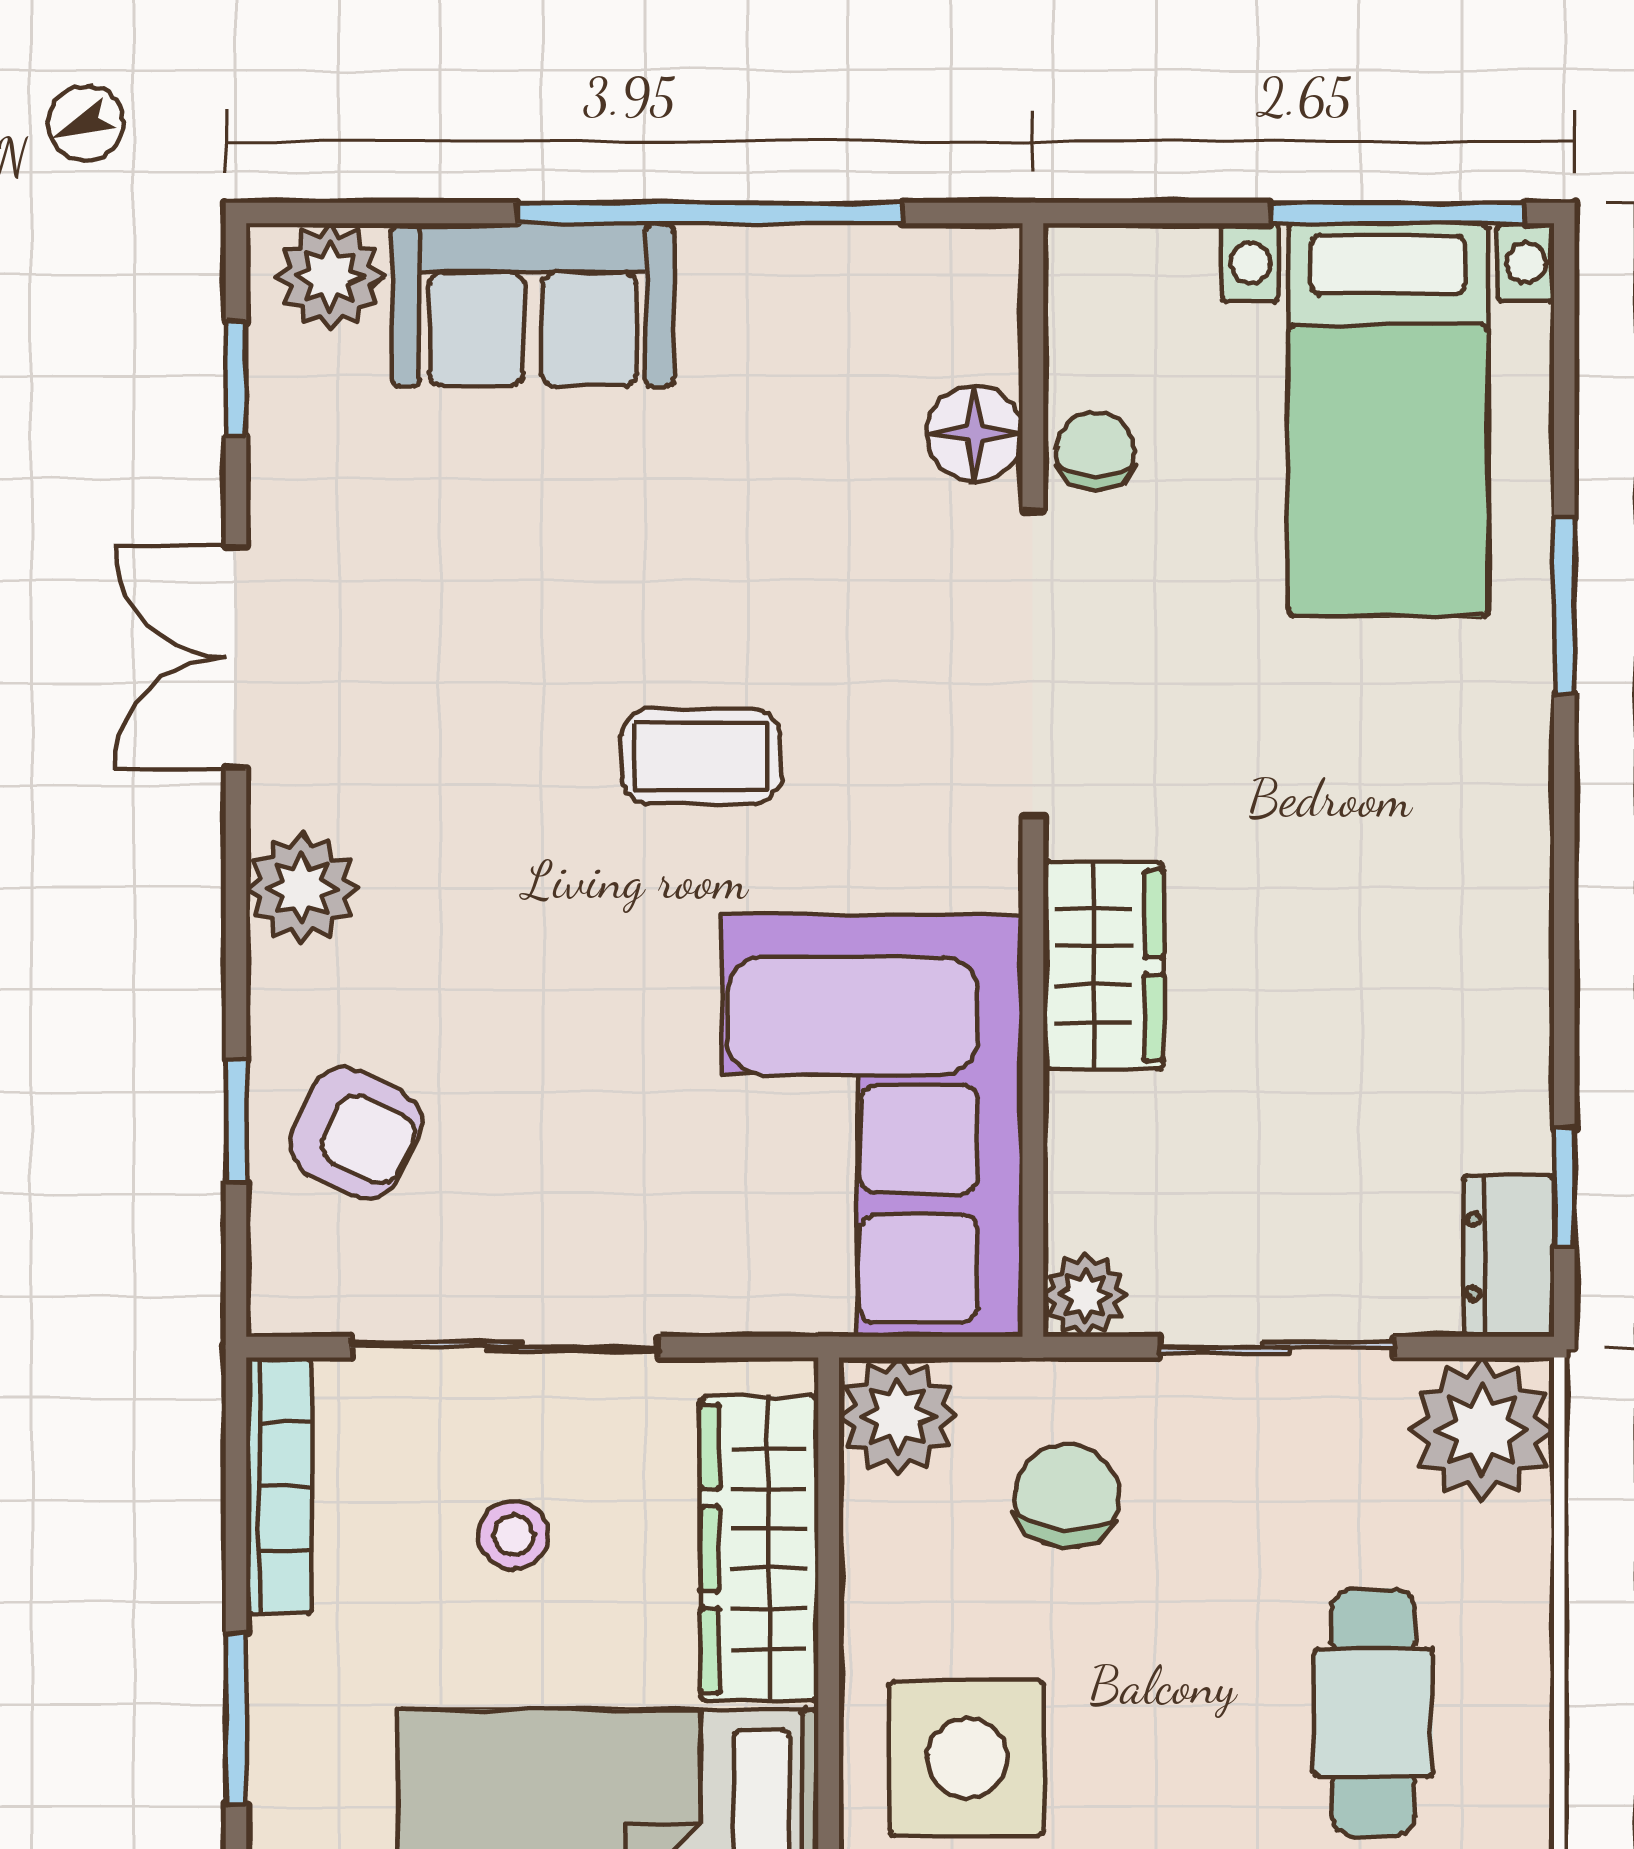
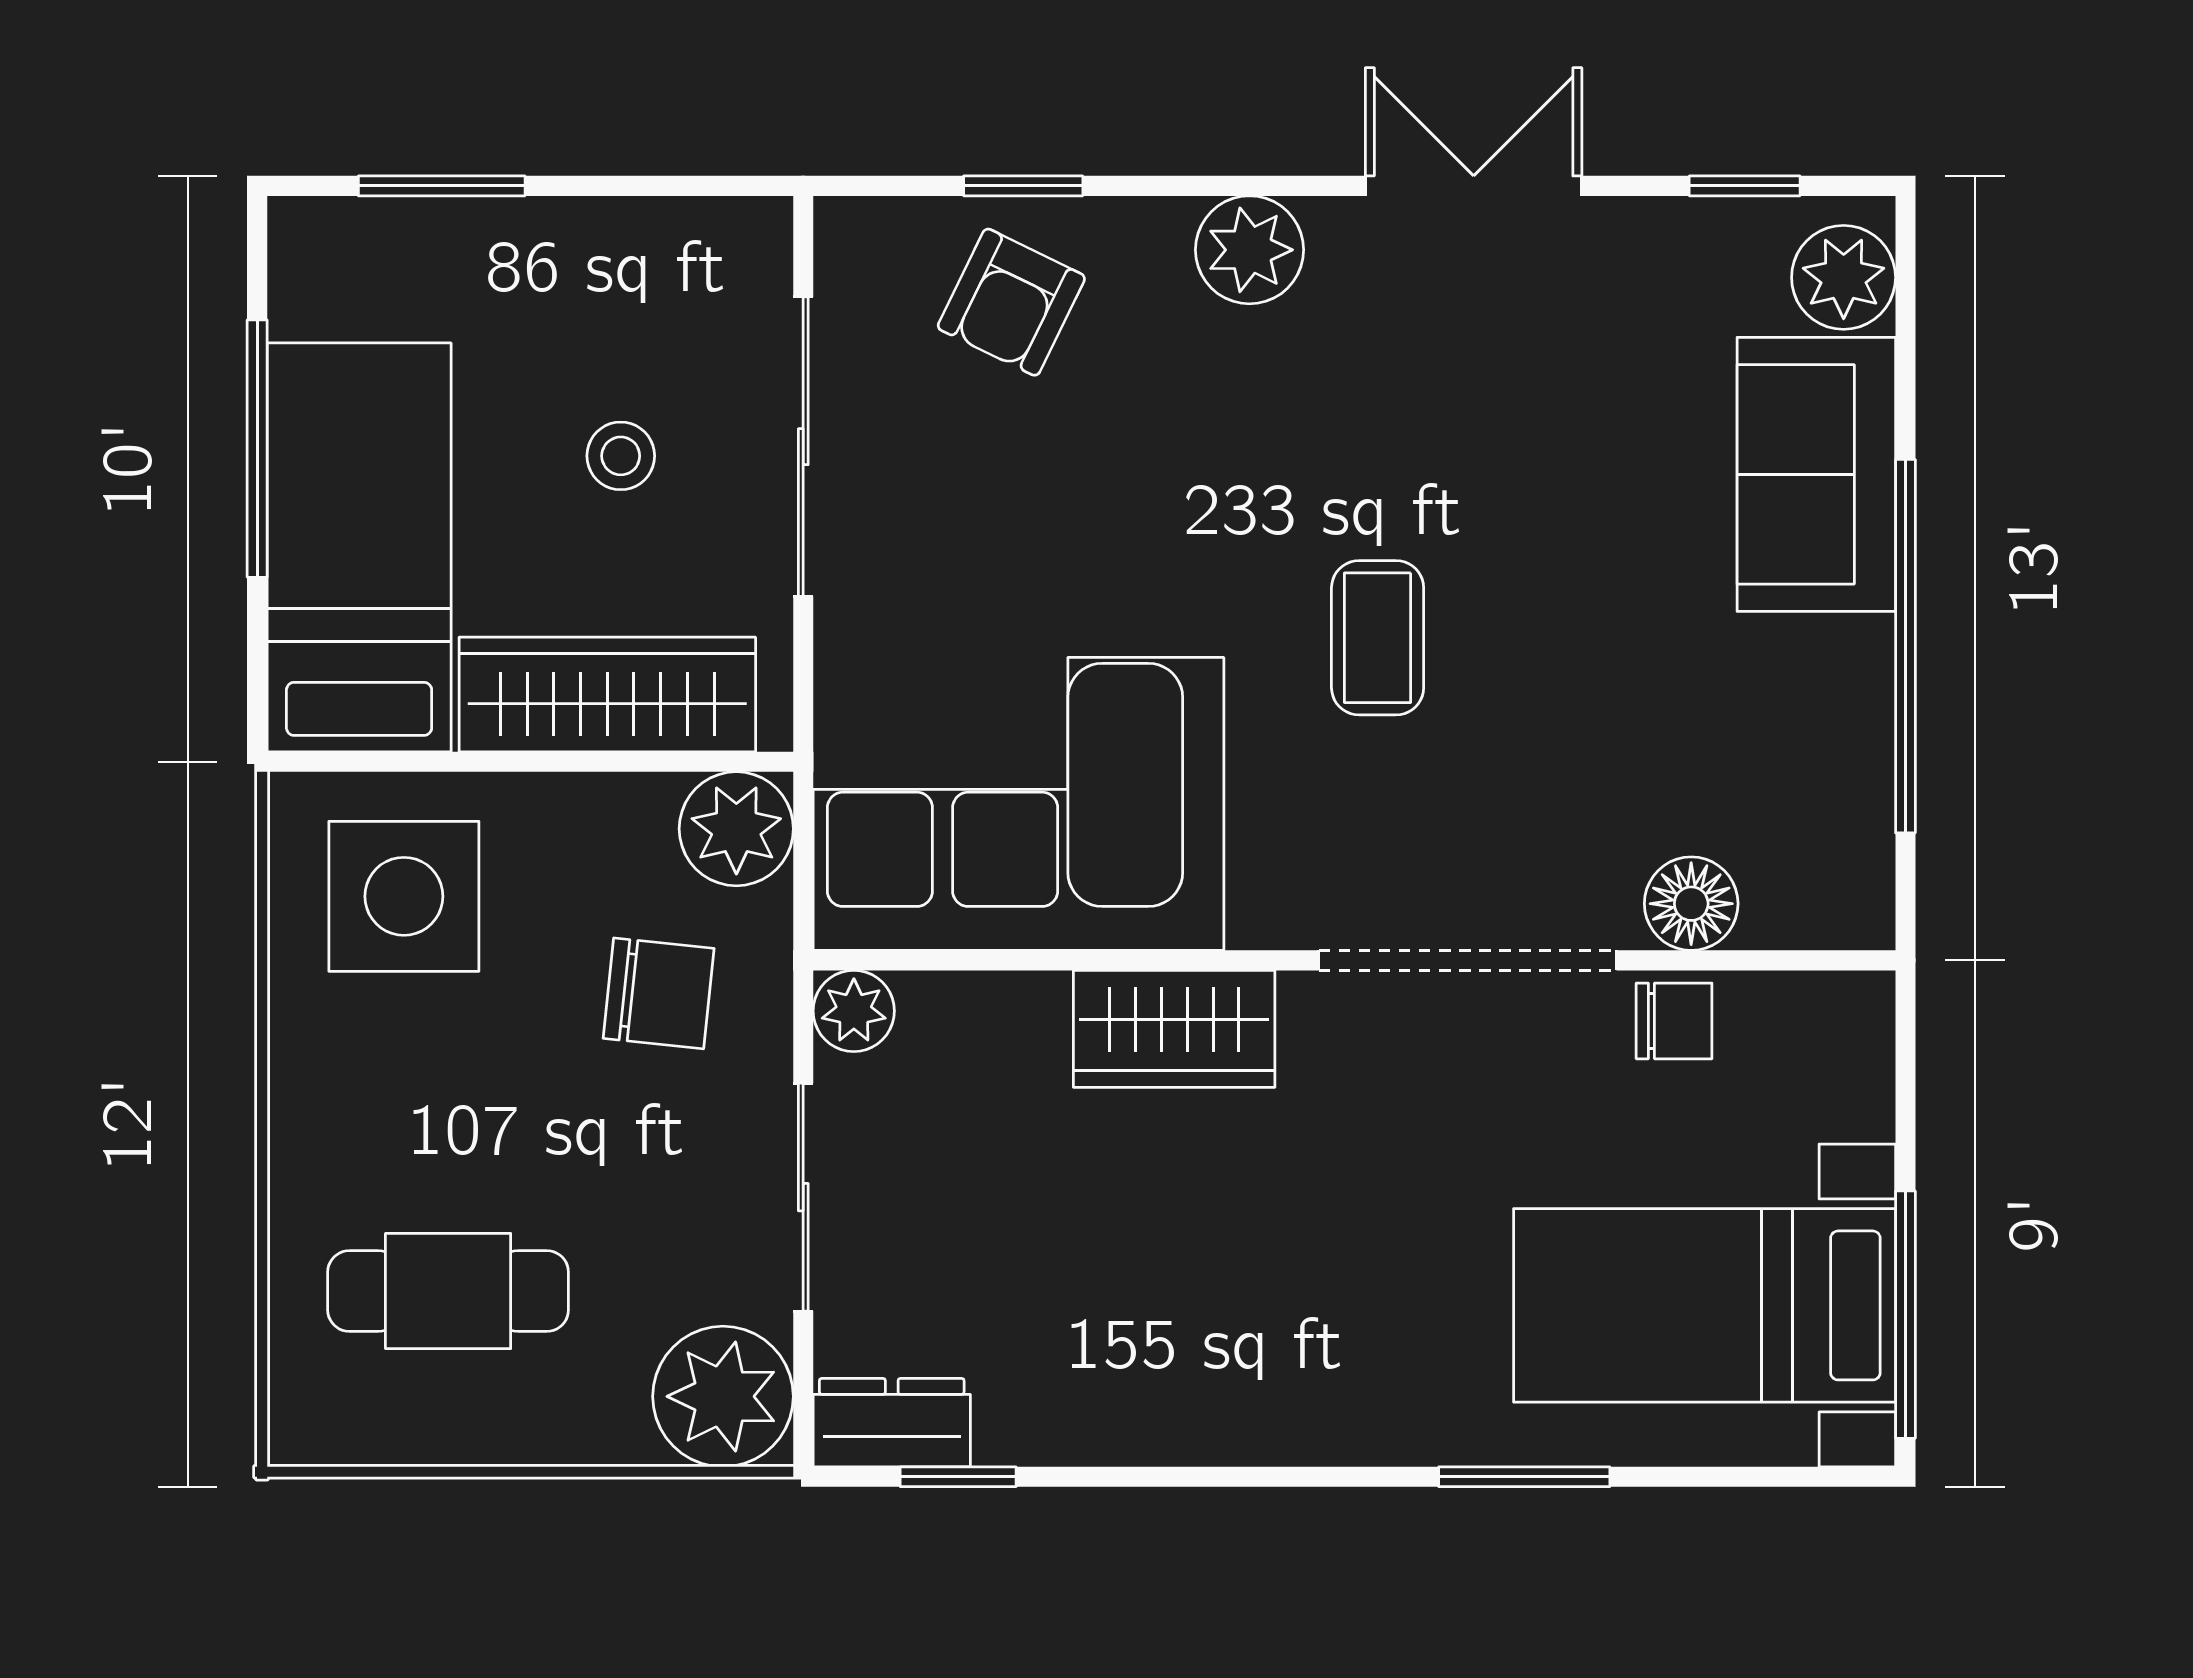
bookcase: (279, 1486) -> (668, 228), removed

